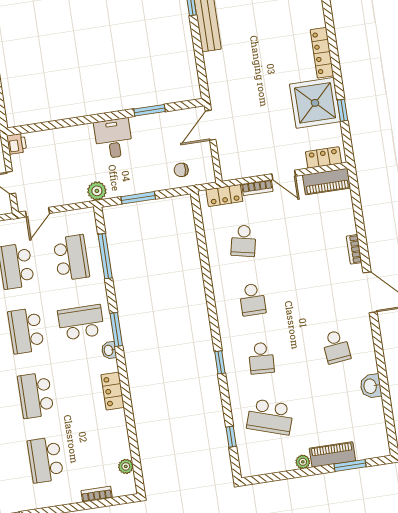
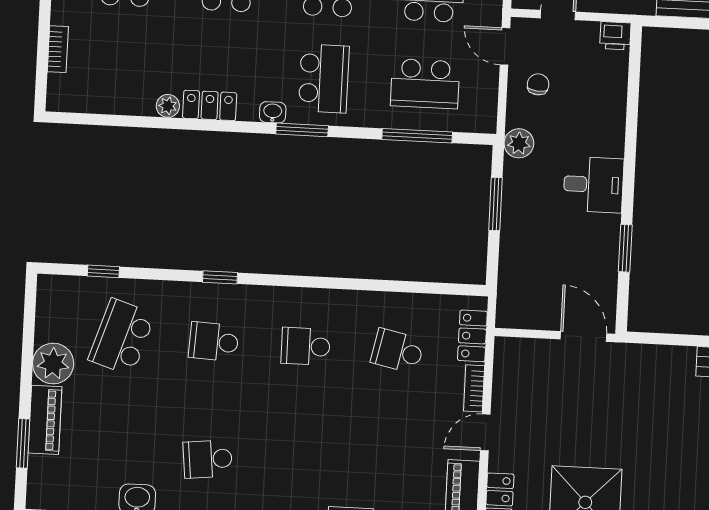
chair: (181, 170) -> (538, 84), moved
plant: (303, 462) -> (53, 364), width x1.87, depth x1.87
plant: (126, 466) -> (168, 106), moved

